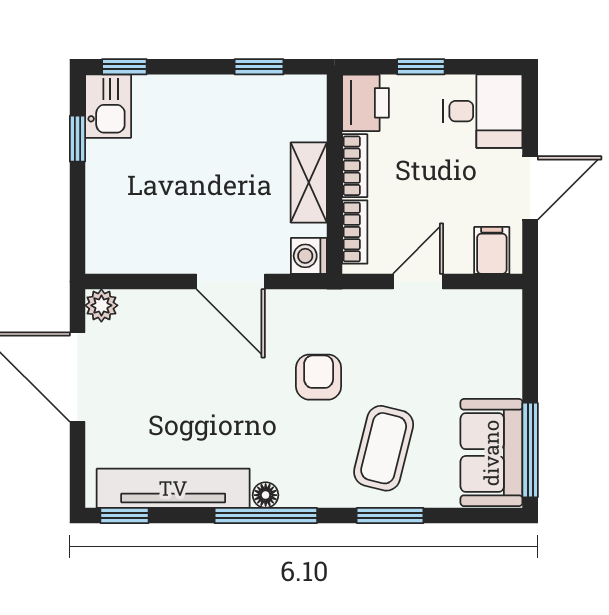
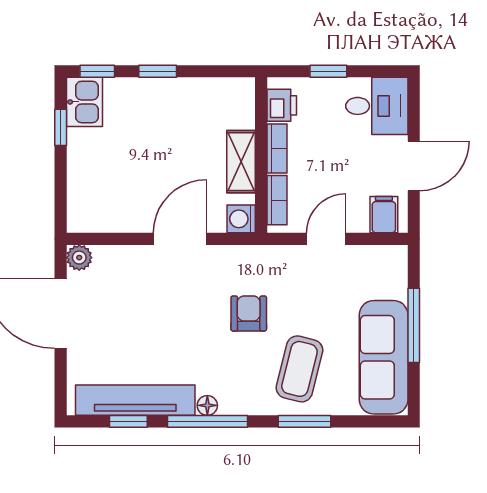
window: (259, 67) -> (158, 71), moved
printer: (366, 103) -> (282, 105), width x0.73, depth x0.81
door: (231, 282) -> (180, 239), swing flipped
window: (530, 450) -> (414, 325), moved
sofa: (491, 453) -> (384, 357), width x1.36
window: (125, 516) -> (128, 421), moved

